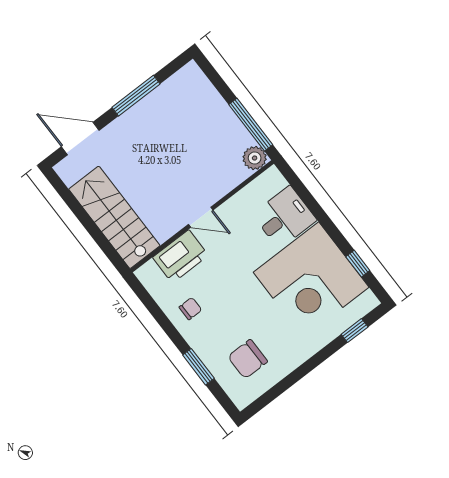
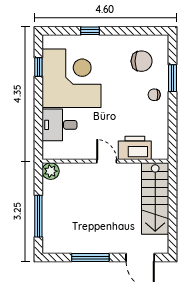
window: (251, 125) -> (38, 216), moved
chair: (190, 309) -> (154, 95), moved
window: (355, 331) -> (90, 31), moved

